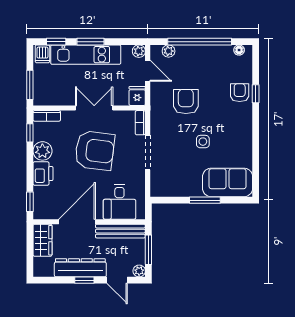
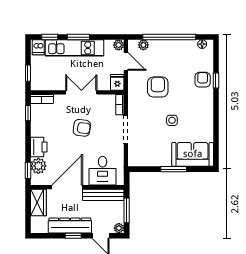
window: (30, 85) -> (28, 73), width x0.67
armchair: (95, 150) -> (82, 128), width x0.53, depth x0.53
plant: (42, 151) -> (38, 166), moved

